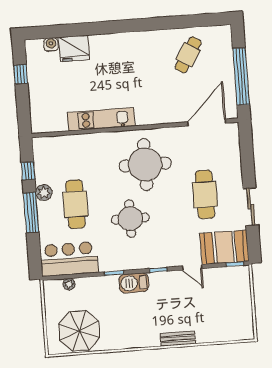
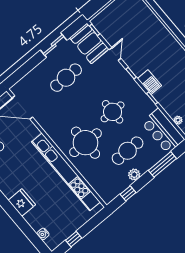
fridge: (74, 48) -> (22, 202), moved
kitchen unit: (101, 119) -> (66, 172), width x1.86
round table: (145, 164) -> (86, 143), moved
window: (31, 212) -> (162, 164), moved
bench: (178, 339) -> (164, 32), removed

